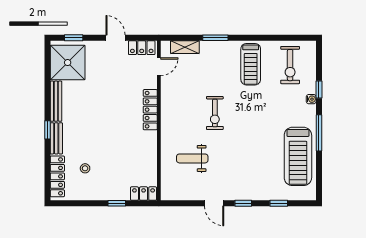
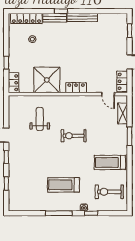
shower: (68, 63) -> (47, 80), moved
locker: (150, 110) -> (76, 88), width x0.66
treadmill: (298, 156) -> (63, 185), moved, width x0.73, depth x0.73

